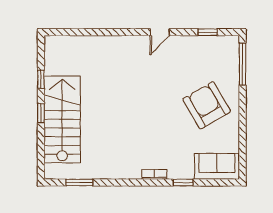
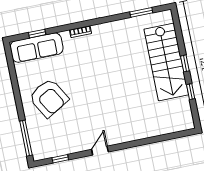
sofa: (217, 166) -> (37, 48), width x1.36
window: (183, 183) -> (37, 34), moved

